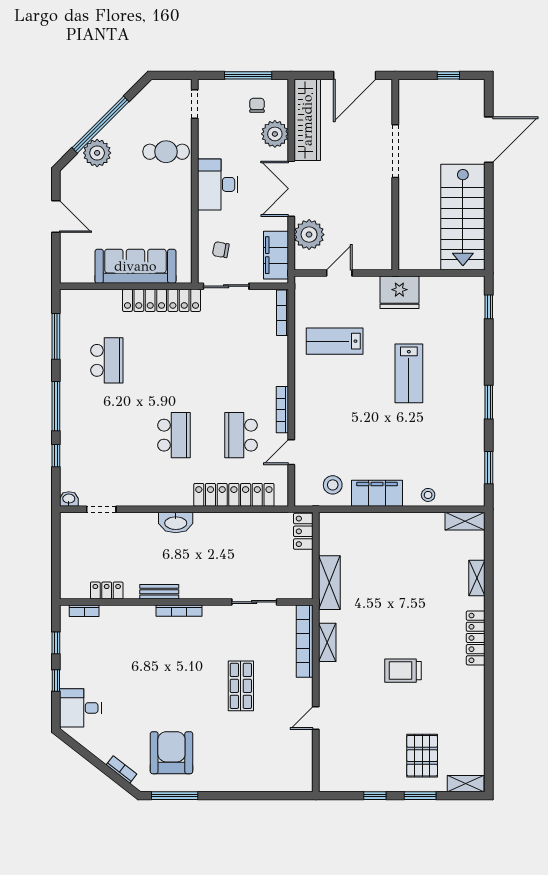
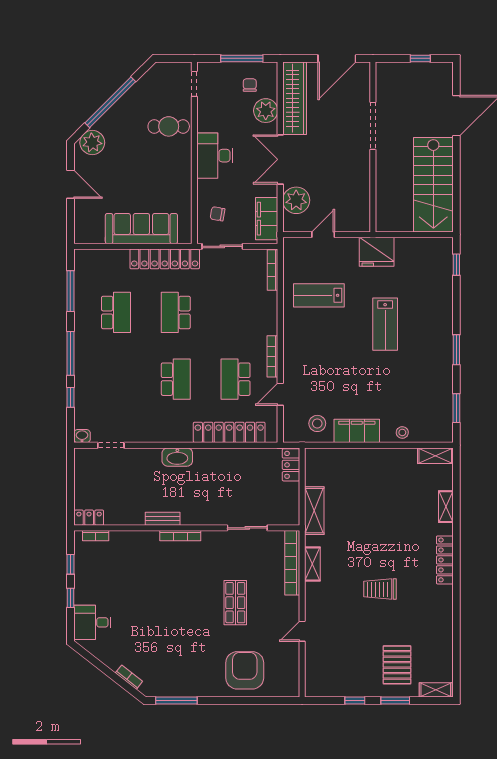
plant: (97, 153) -> (92, 143), moved
school desk: (174, 360) -> (176, 312), added
locker: (107, 590) -> (89, 518), moved
armchair: (171, 753) -> (245, 670), moved

